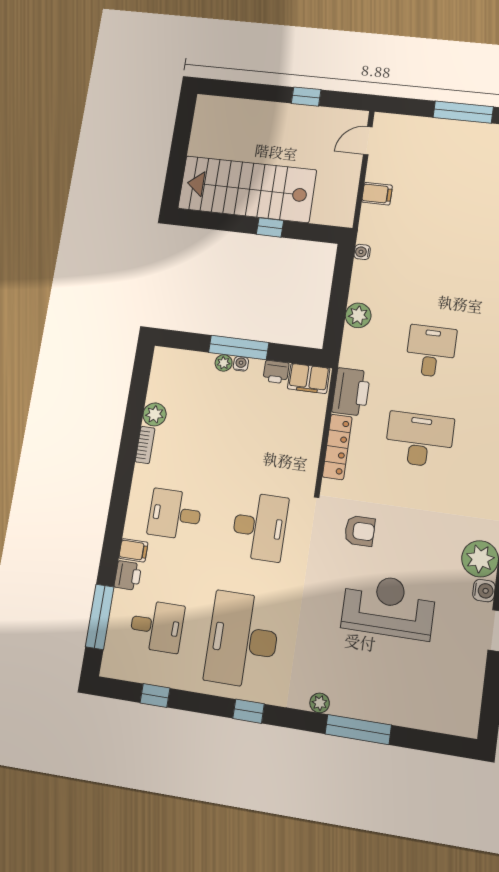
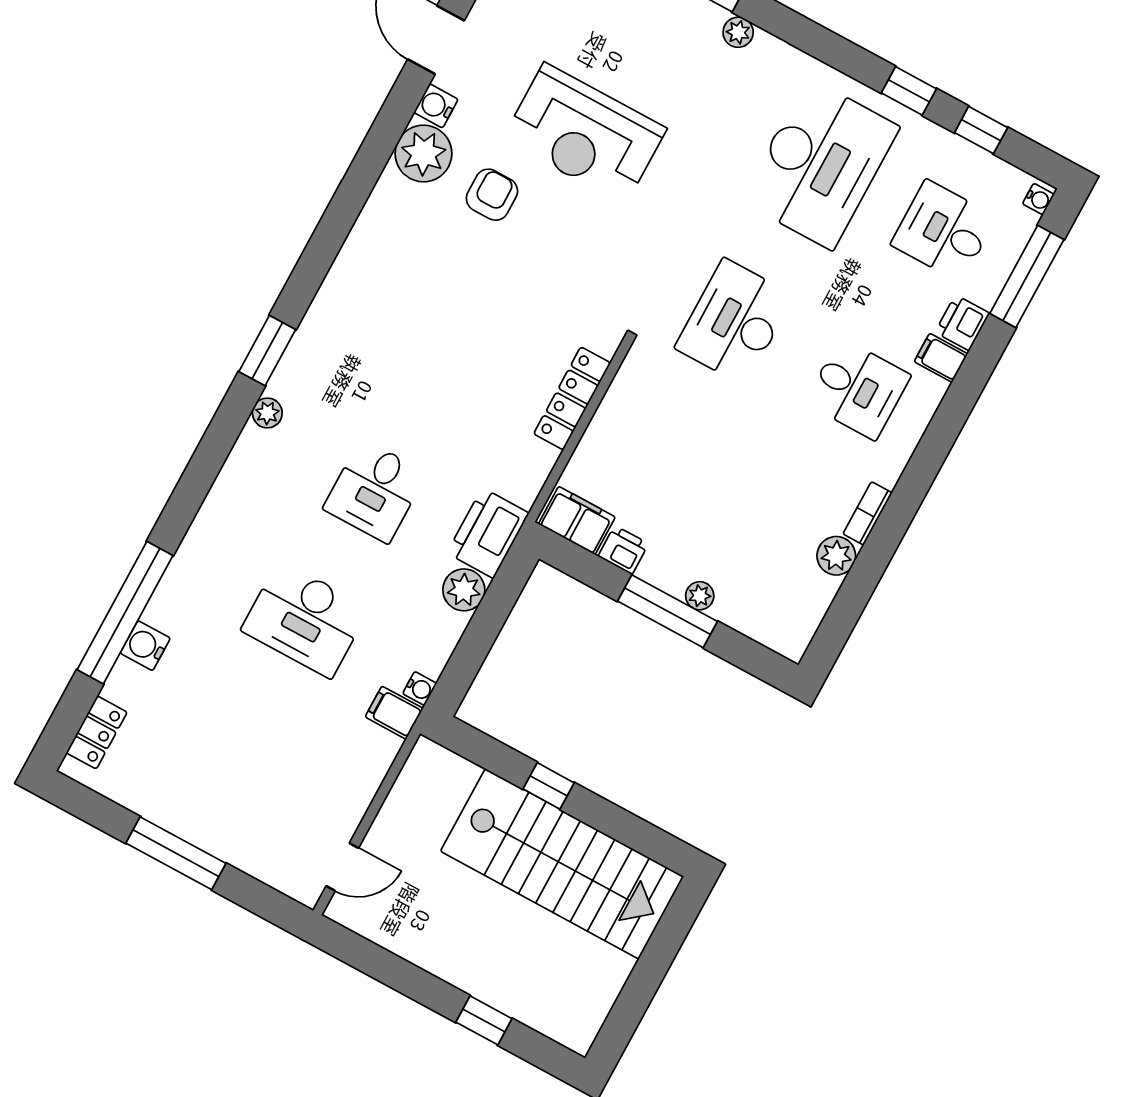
window: (306, 97) -> (484, 1020), moved
filing cabinet: (377, 194) -> (394, 713), moved
water cooler: (241, 364) -> (1038, 199), moved, turned -90
printer: (351, 392) -> (488, 533), moved
desk: (419, 440) -> (305, 619), moved
armchair: (360, 531) -> (492, 195), moved, turned 90
window: (249, 711) -> (909, 91), moved

